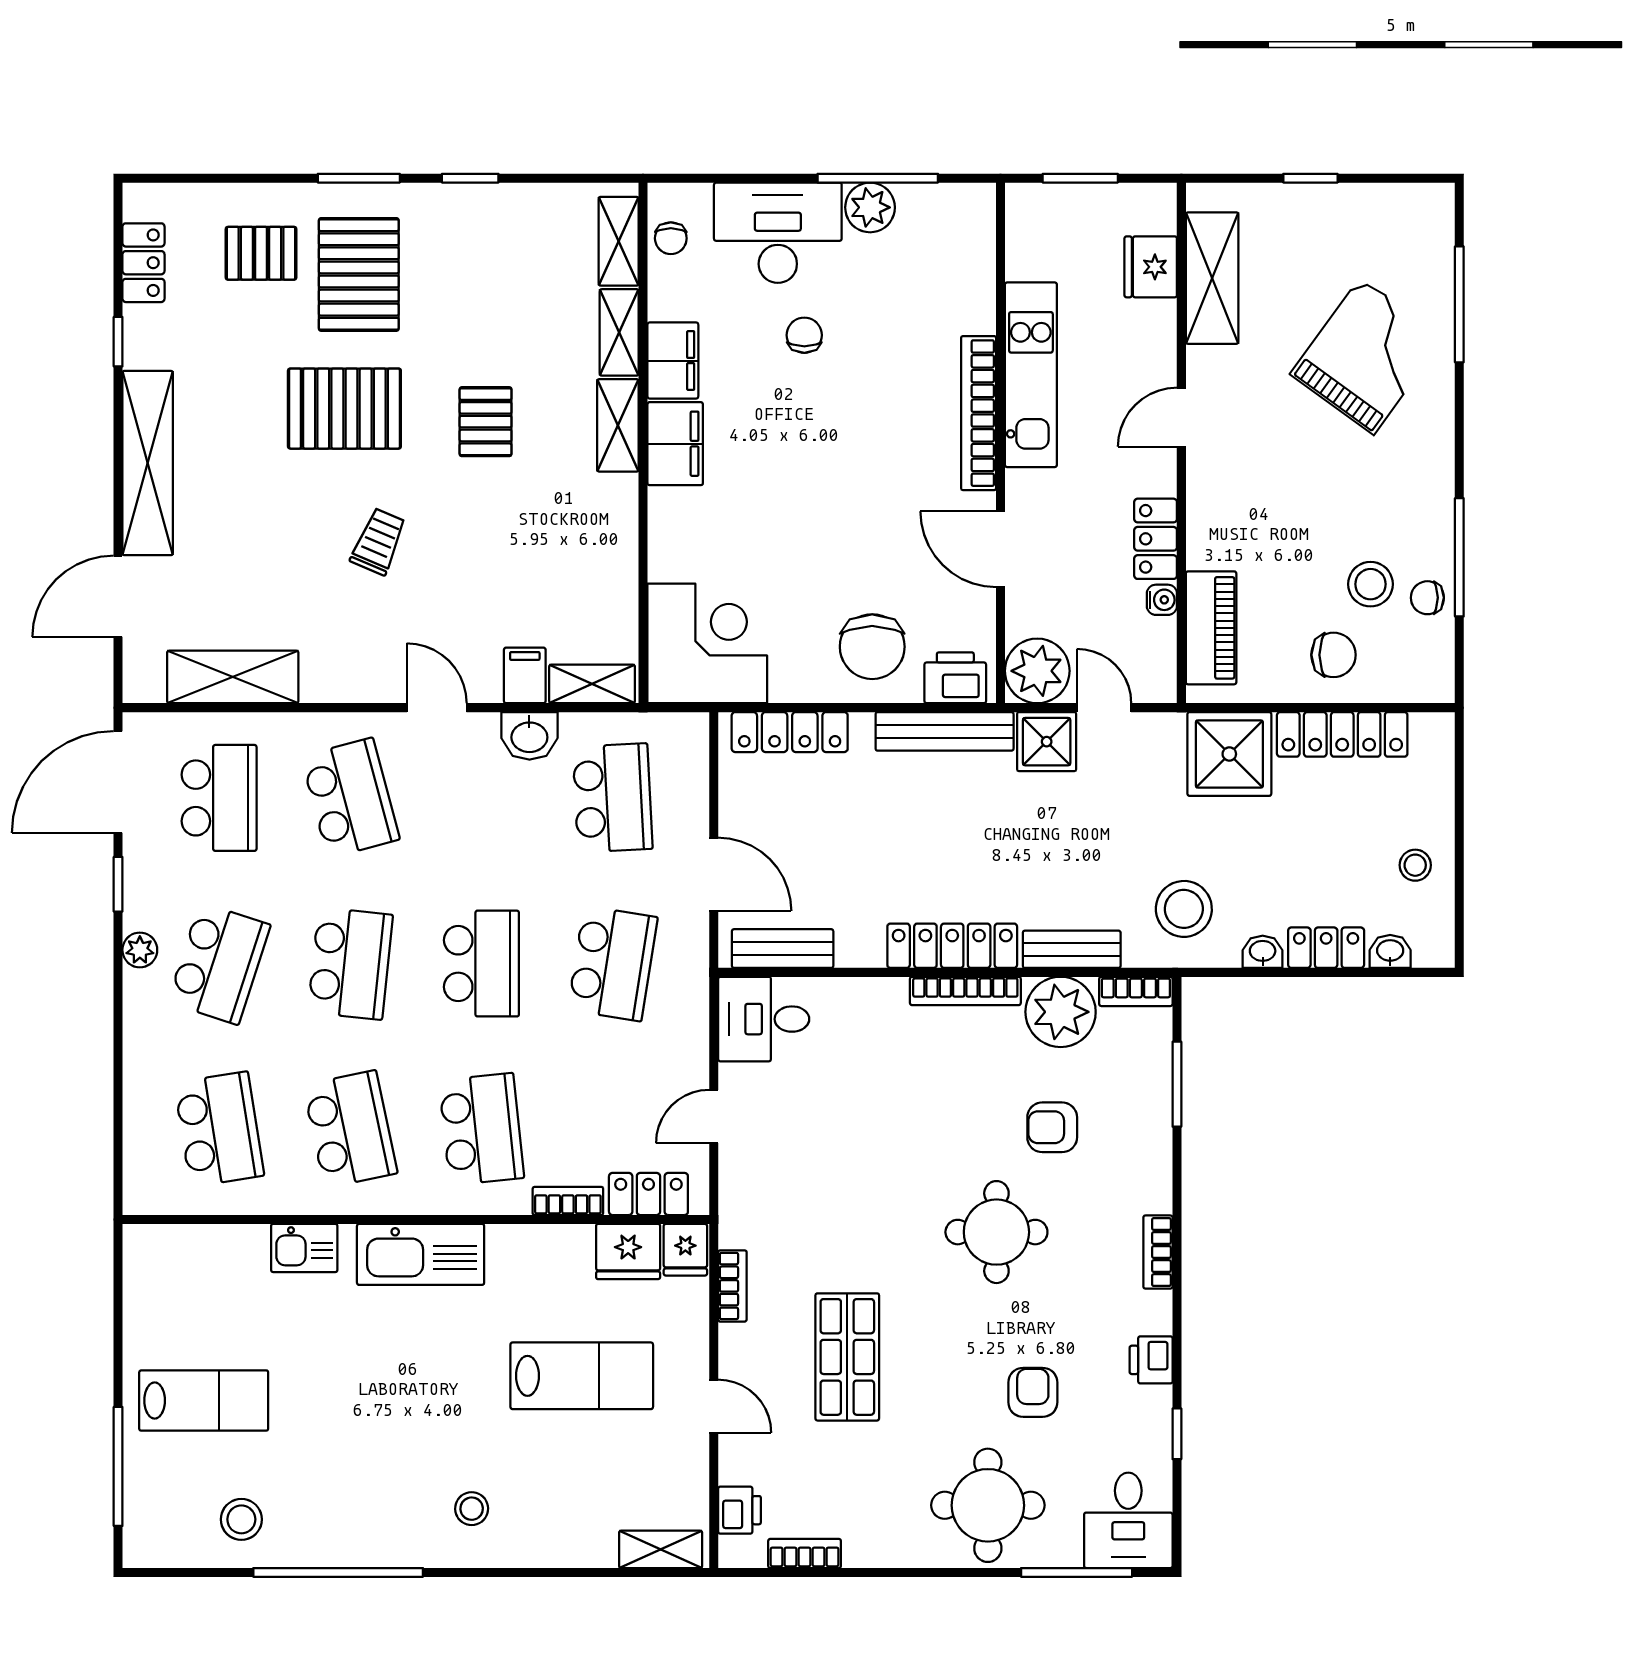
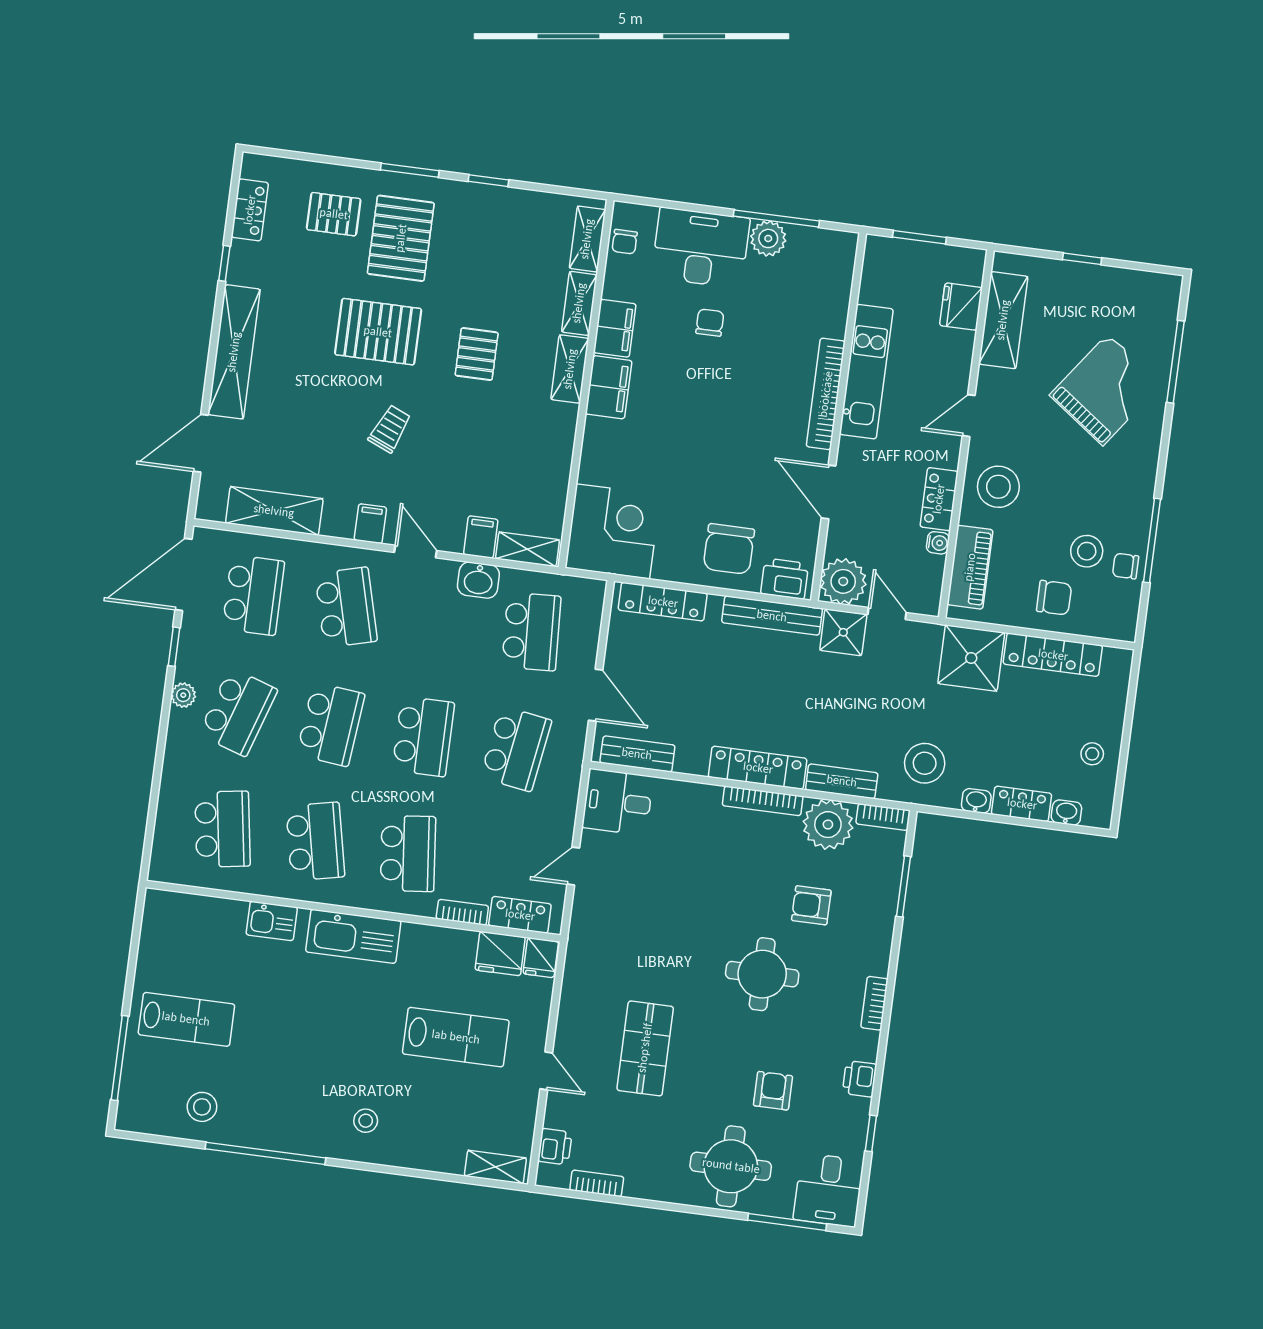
stool: (1236, 511) -> (998, 487), added
filing cabinet: (369, 677) -> (370, 524), added
bookcase: (732, 1286) -> (571, 988), removed

